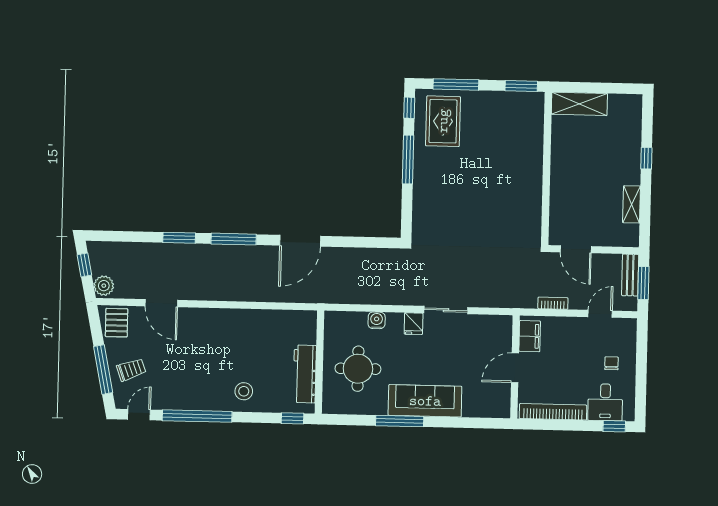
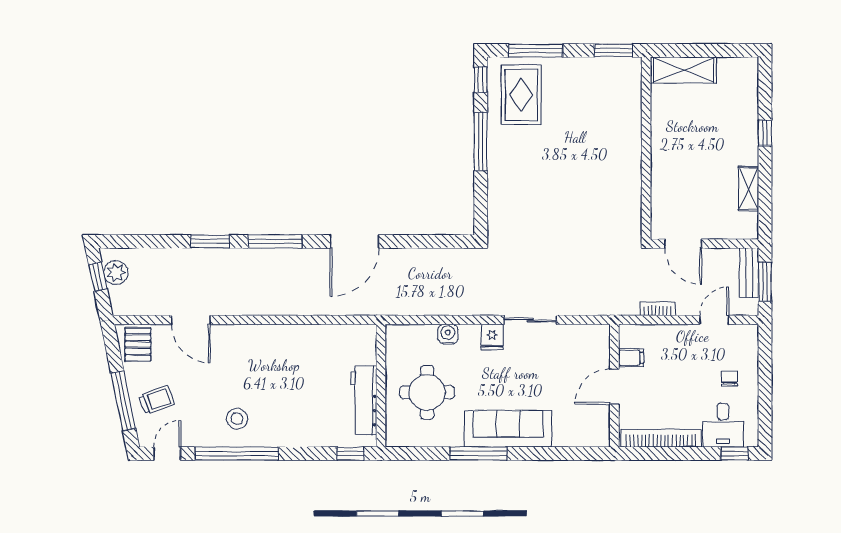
plant: (104, 286) -> (116, 273), moved
filing cabinet: (530, 336) -> (631, 358), width x0.50
stool: (244, 391) -> (237, 419), moved

